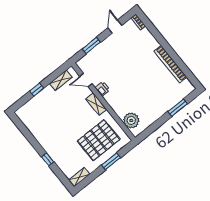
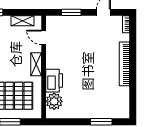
bookcase: (170, 64) -> (124, 64), moved
printer: (102, 89) -> (54, 81), moved, width x1.87, depth x1.48

